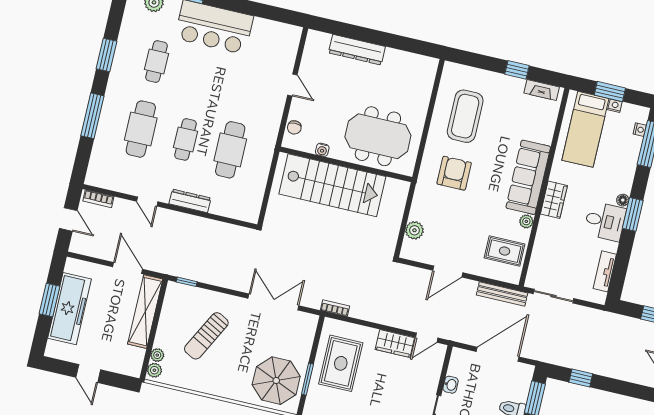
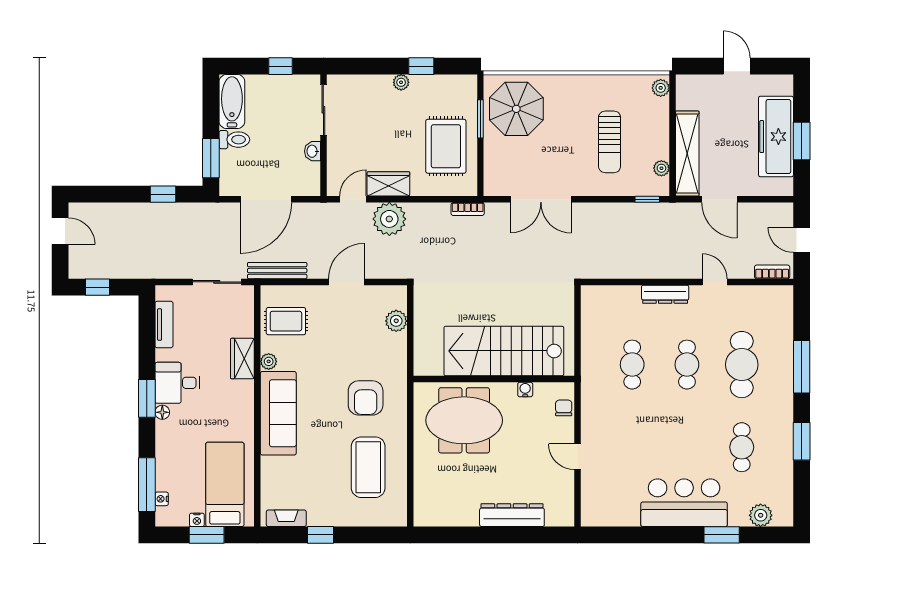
cafe table: (230, 150) -> (632, 365), width x0.73, depth x0.74
wardrobe: (554, 200) -> (242, 359), moved
plant: (401, 315) -> (389, 219), added
sun lounger: (206, 336) -> (610, 142), turned 152
plant: (157, 355) -> (661, 168), moved

